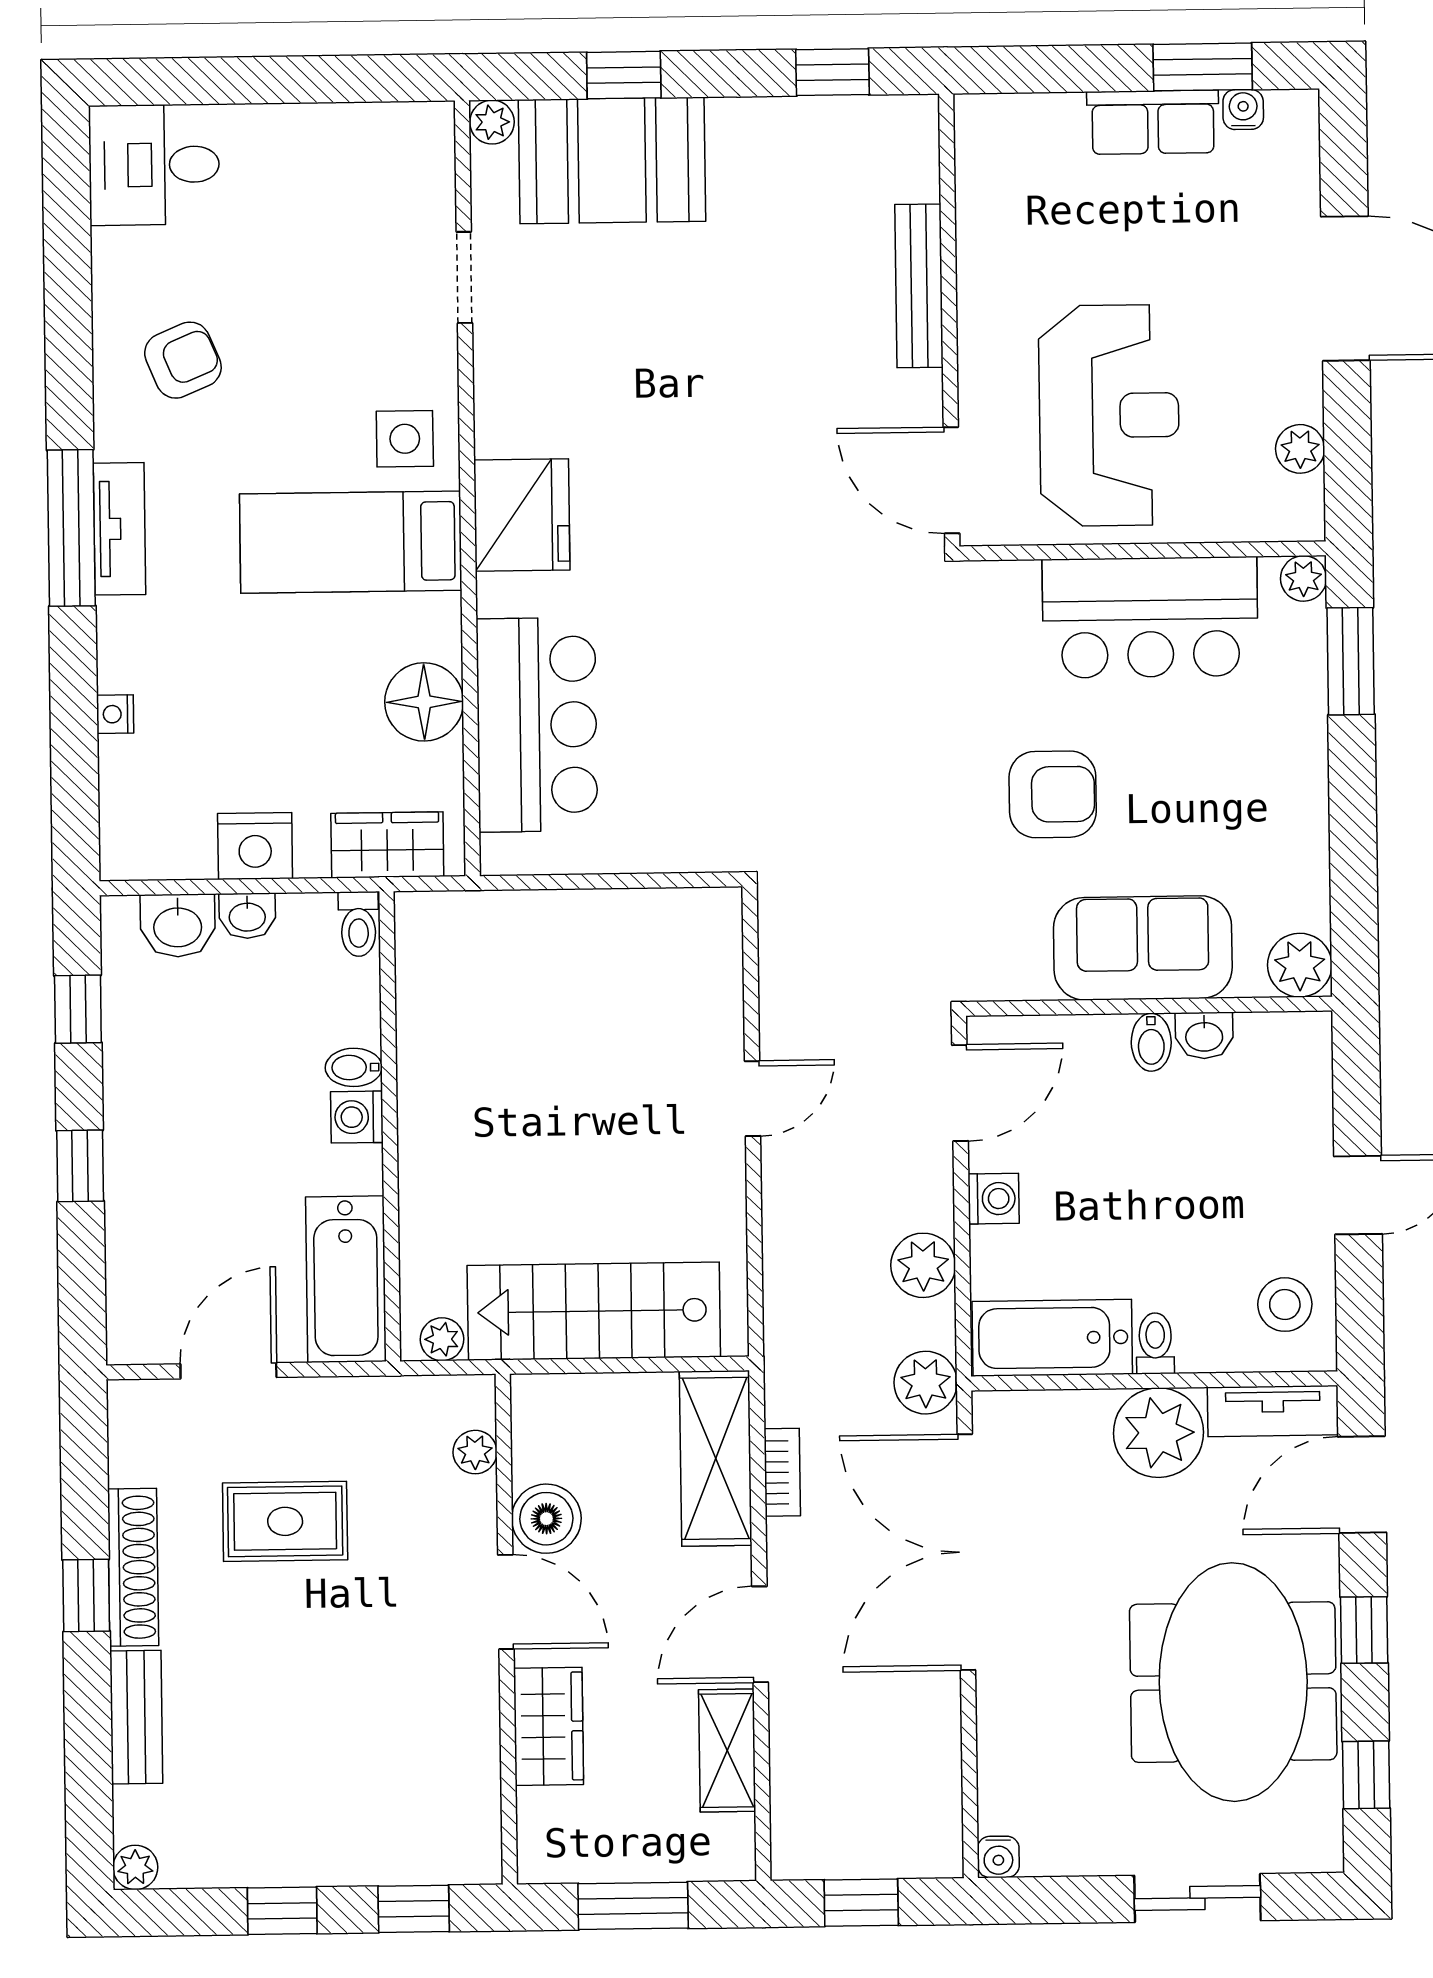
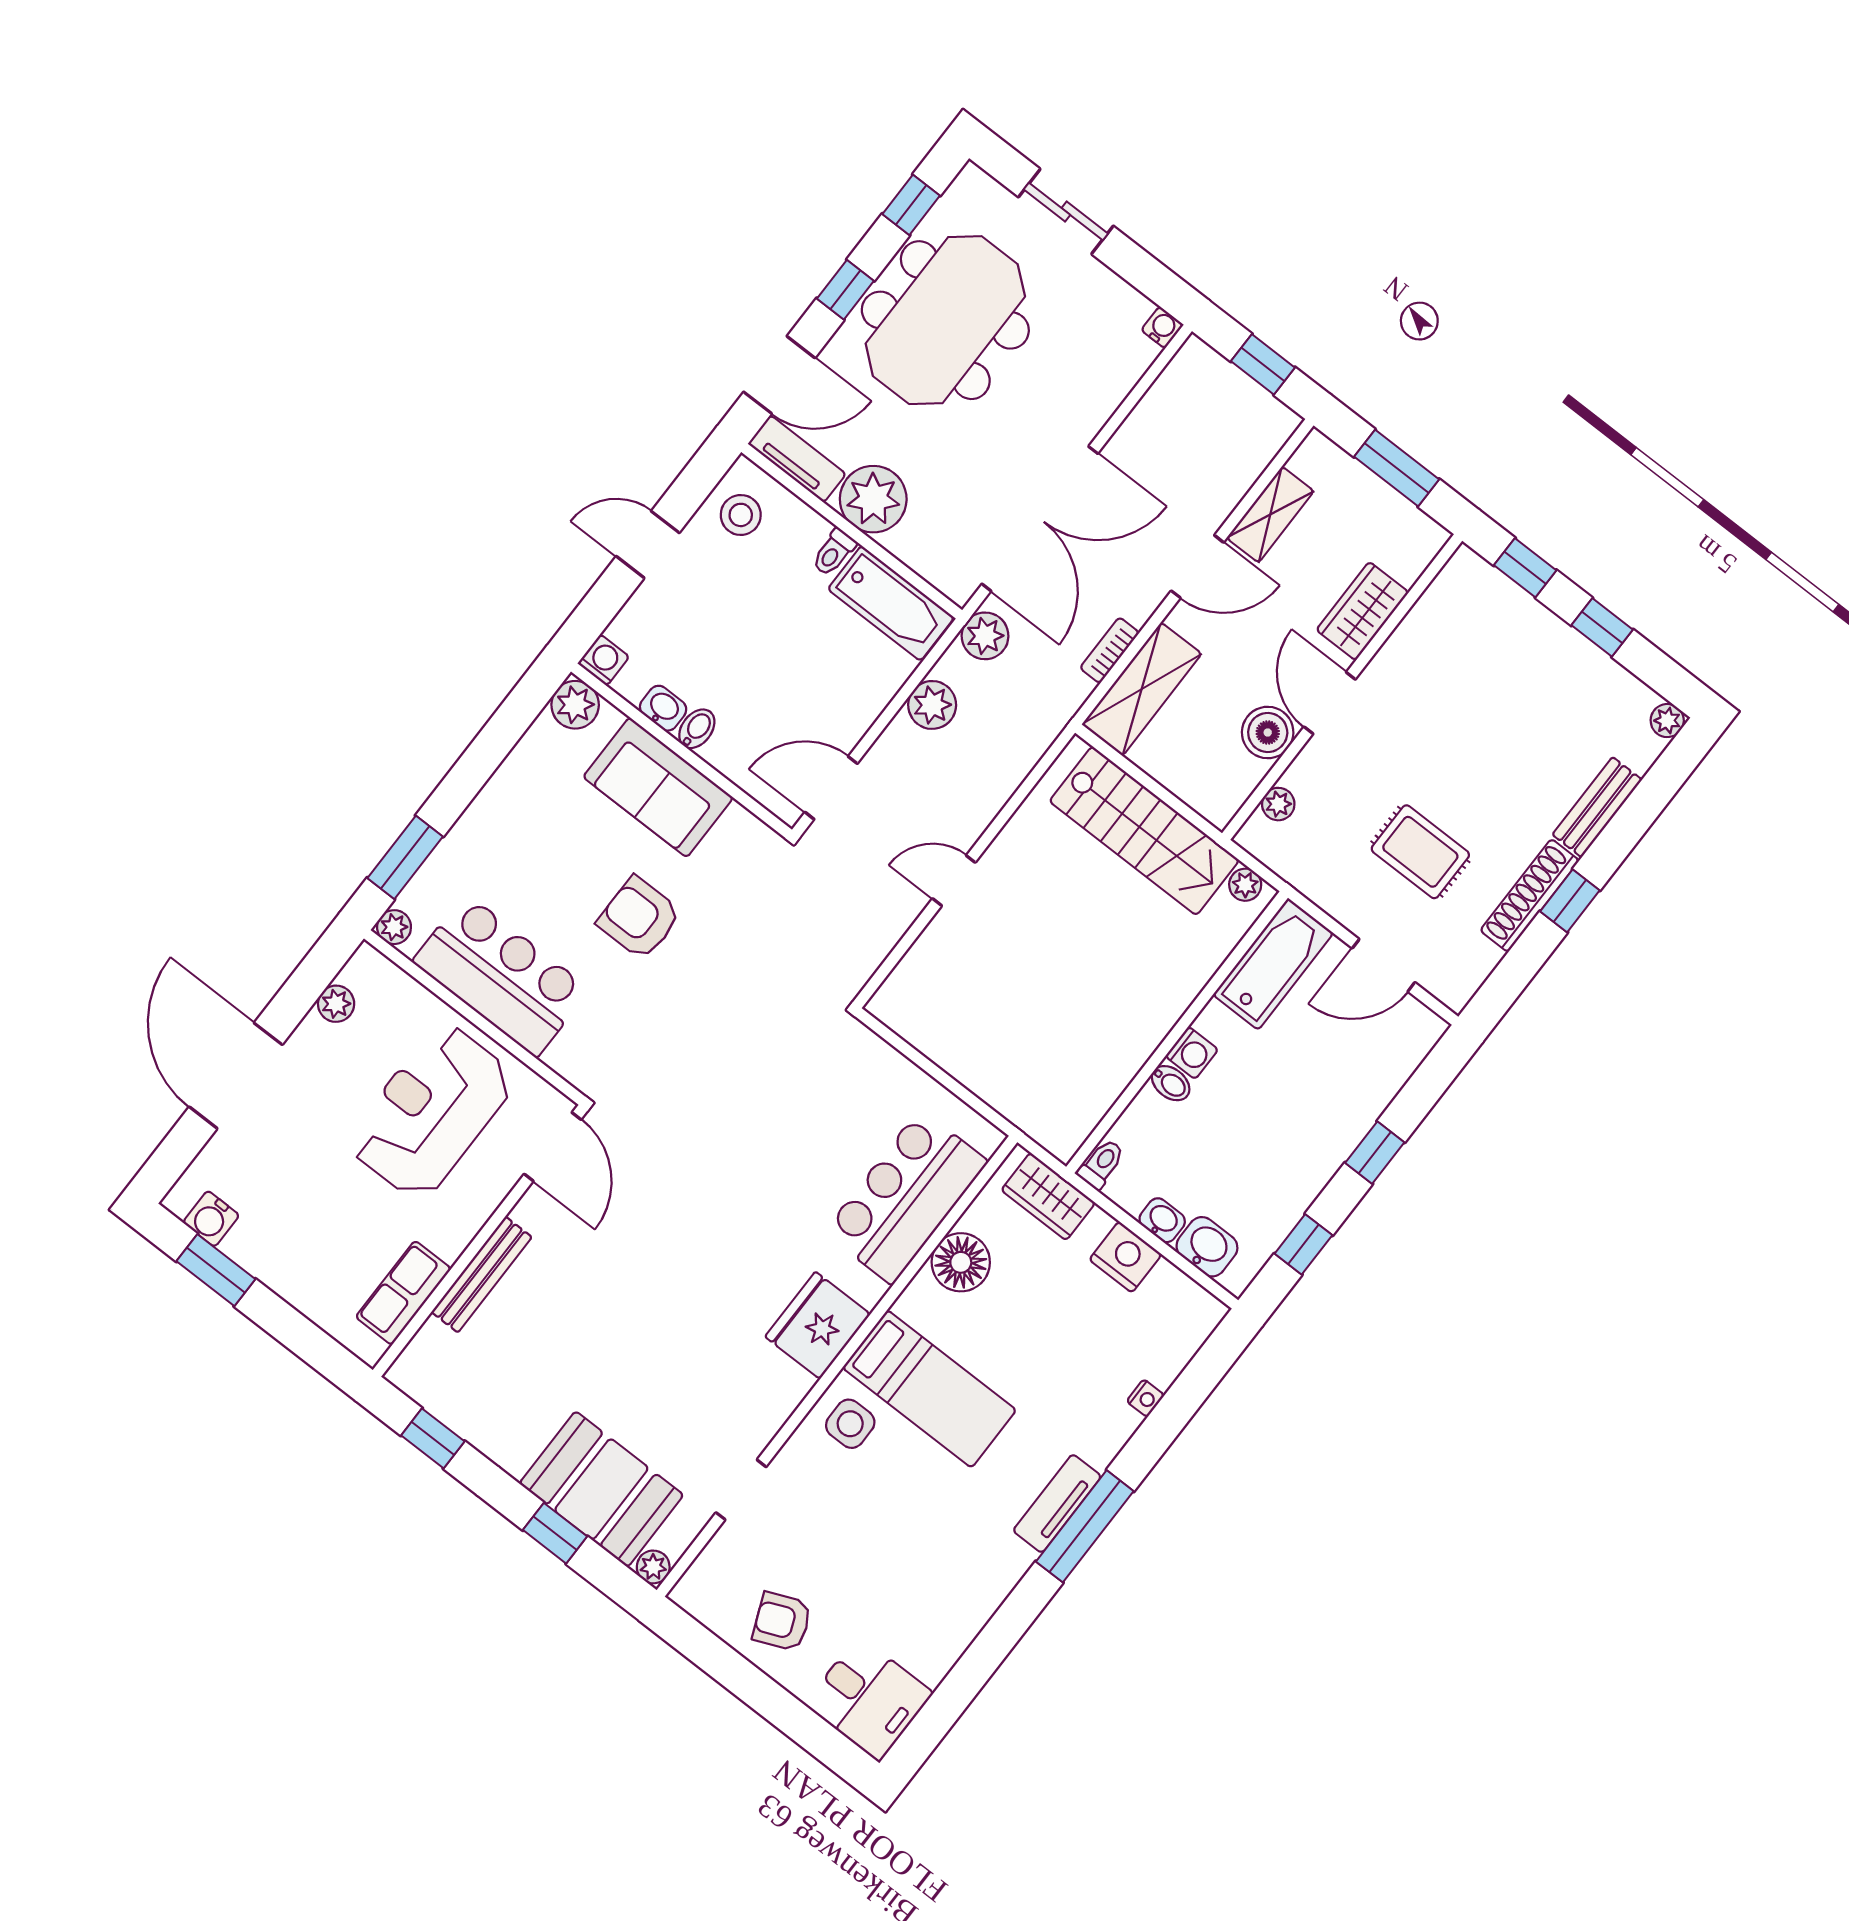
water cooler: (1243, 110) -> (211, 1219), width x1.38, depth x1.38
row of seats: (1153, 122) -> (403, 1293), moved, turned -90
armchair: (183, 360) -> (782, 1621), moved
washing machine: (994, 1199) -> (603, 660), moved, turned 90

